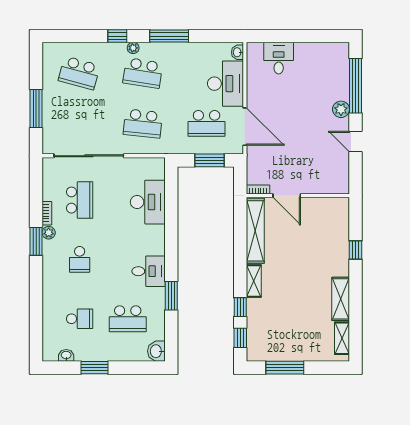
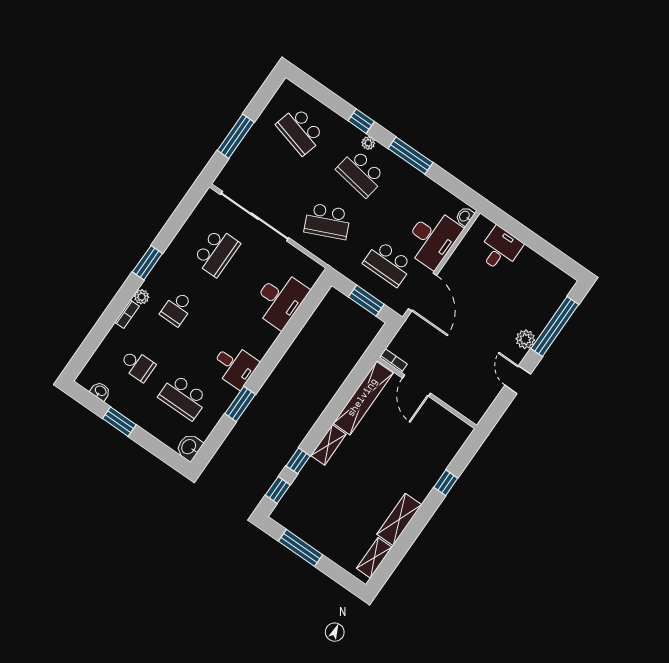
school desk: (143, 123) -> (327, 221), turned -30
bookcase: (47, 213) -> (127, 314), moved
plant: (49, 233) -> (142, 297), moved

